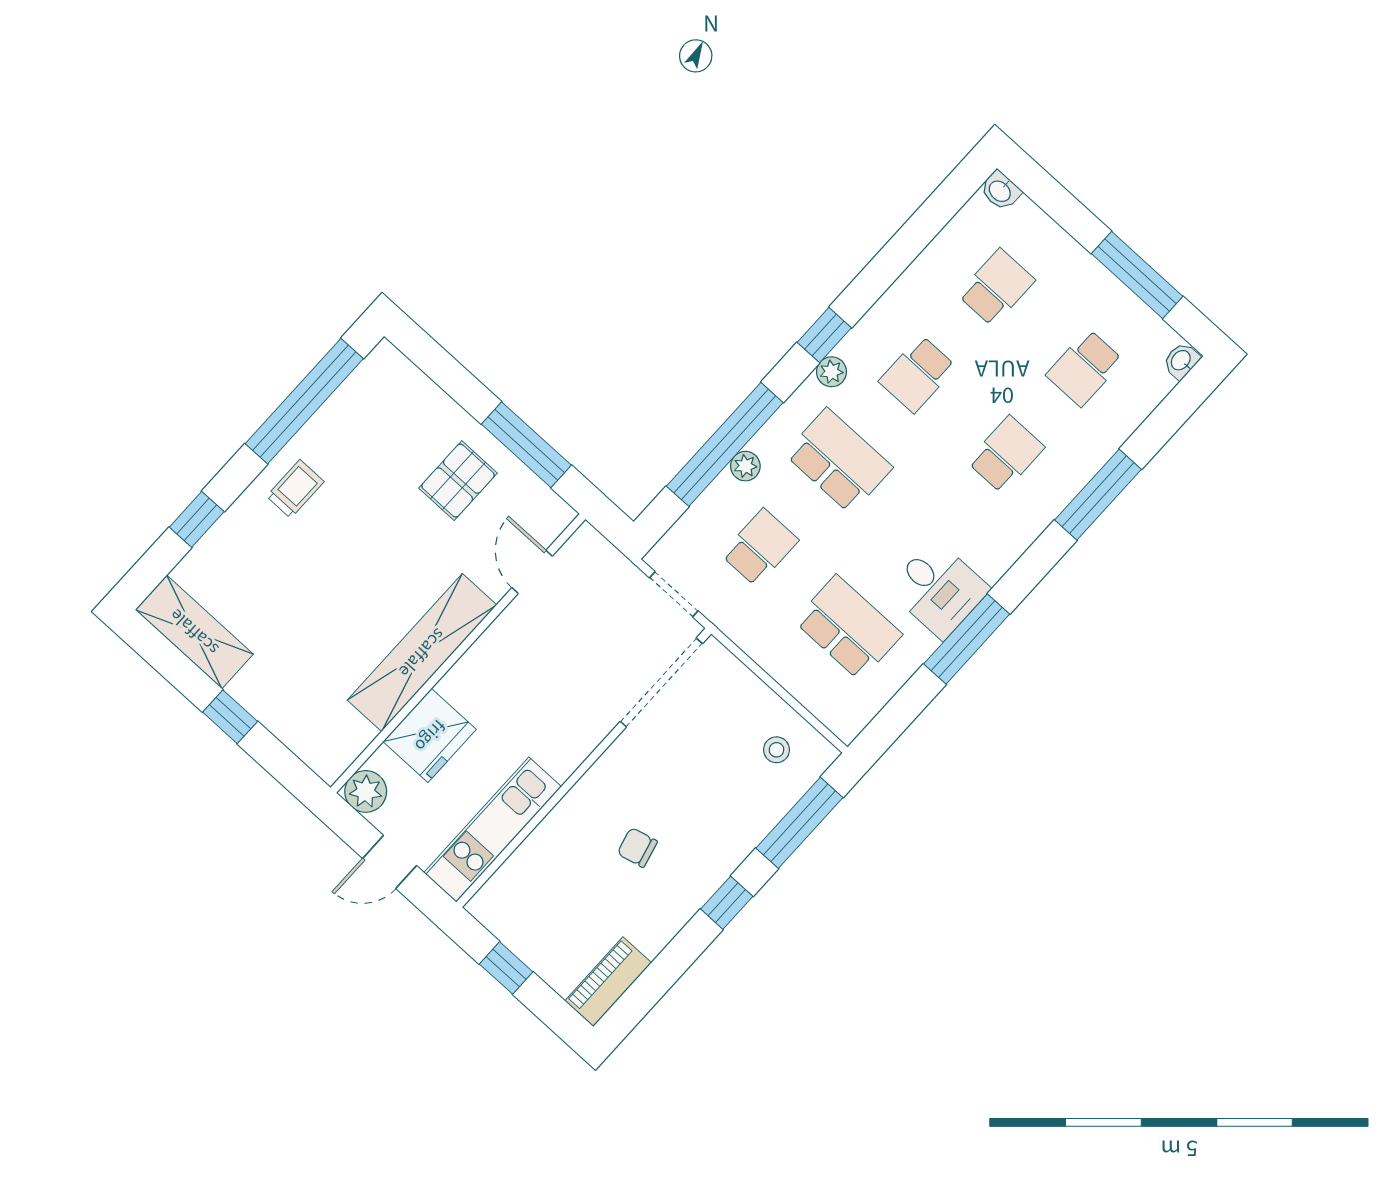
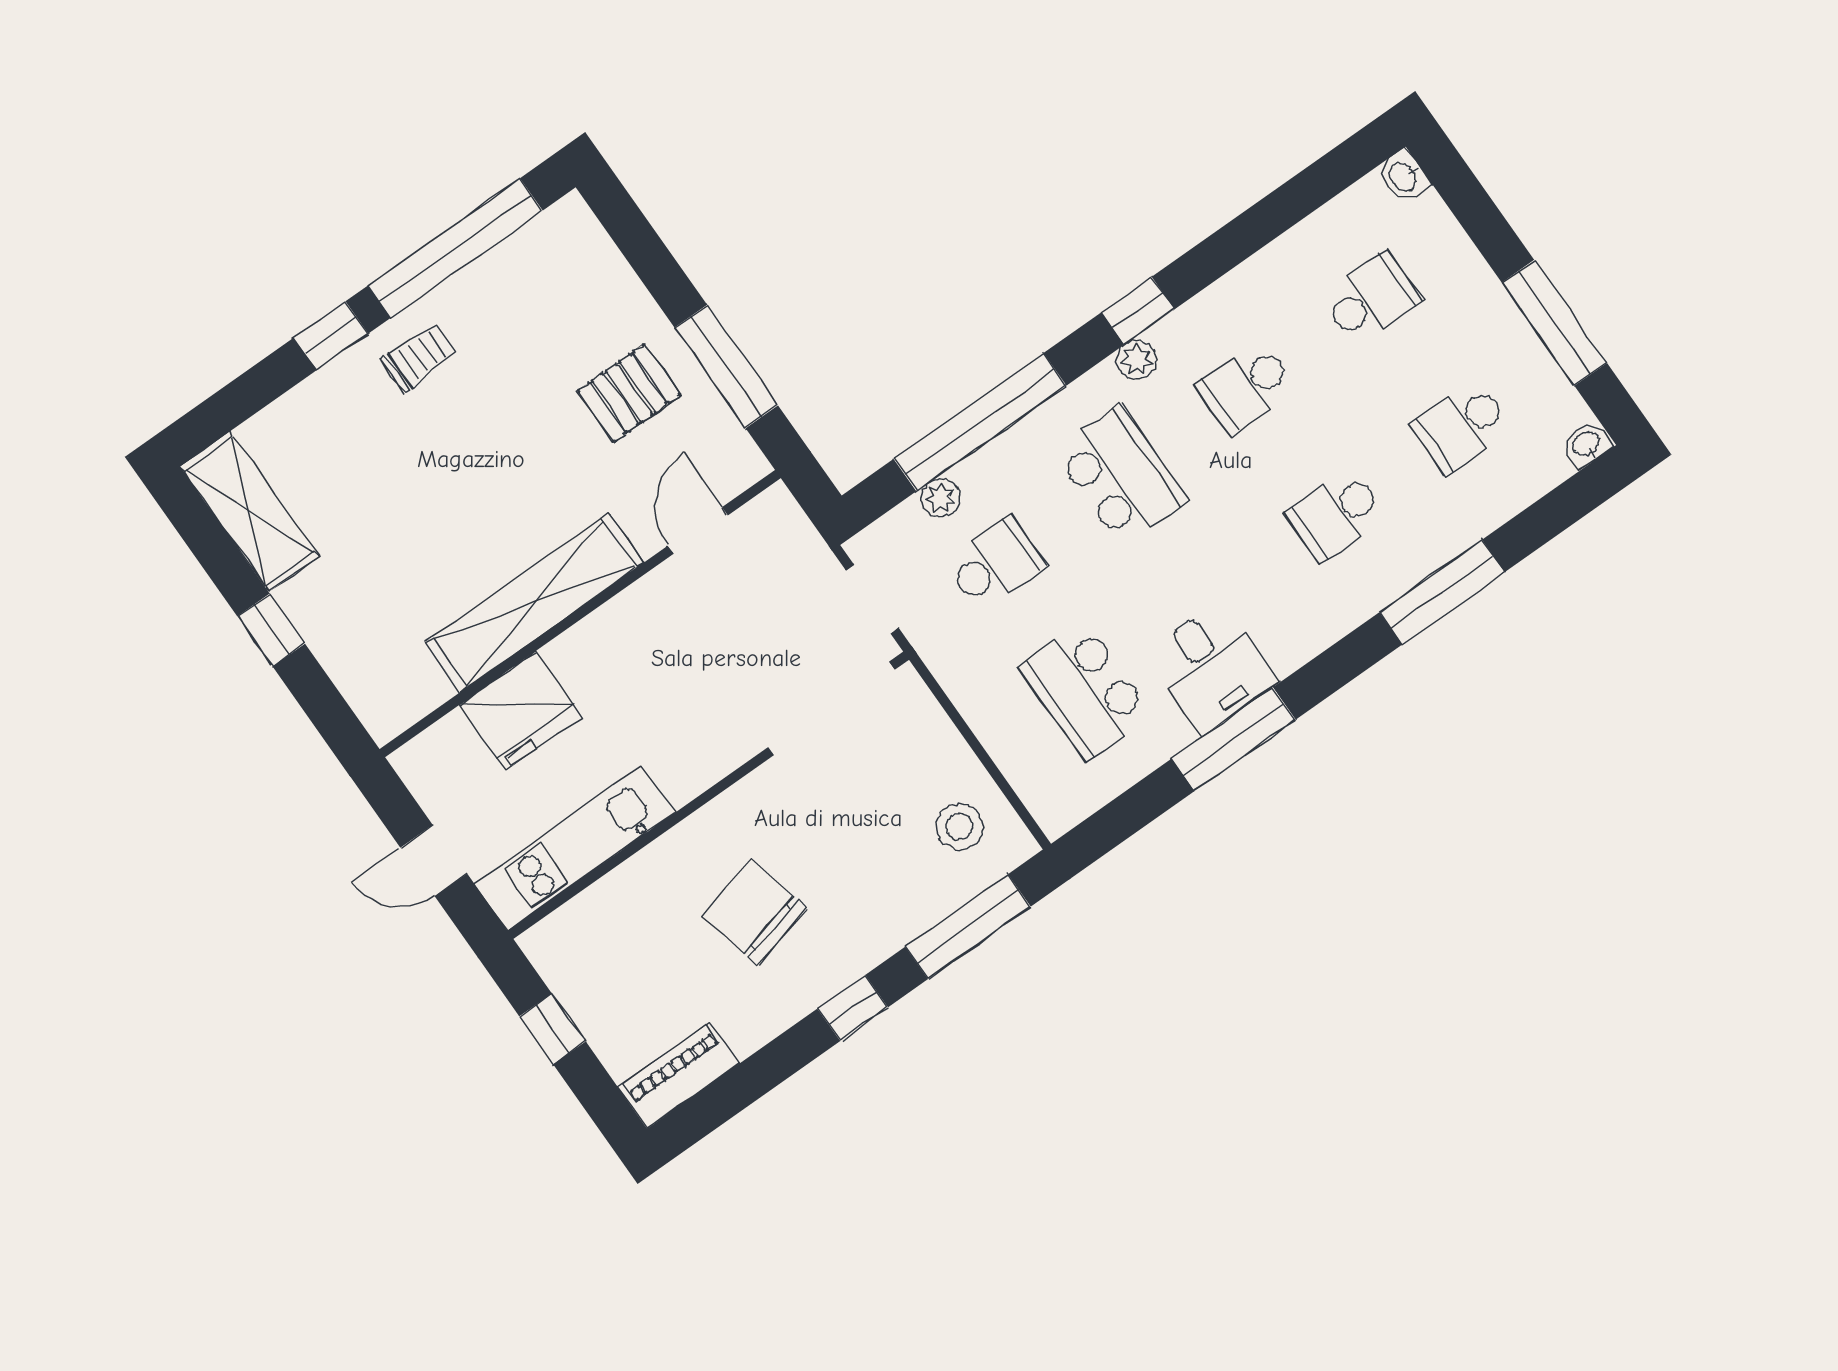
school desk: (1006, 454) -> (1336, 515), turned 180
plant: (745, 466) -> (940, 498), moved
window: (197, 519) -> (331, 336), moved
school desk: (848, 628) -> (1085, 691), turned 180
stool: (777, 750) -> (959, 827), width x1.37, depth x1.37
plant: (366, 791) -> (423, 764), removed
chair: (637, 847) -> (754, 912), width x1.87, depth x1.87

